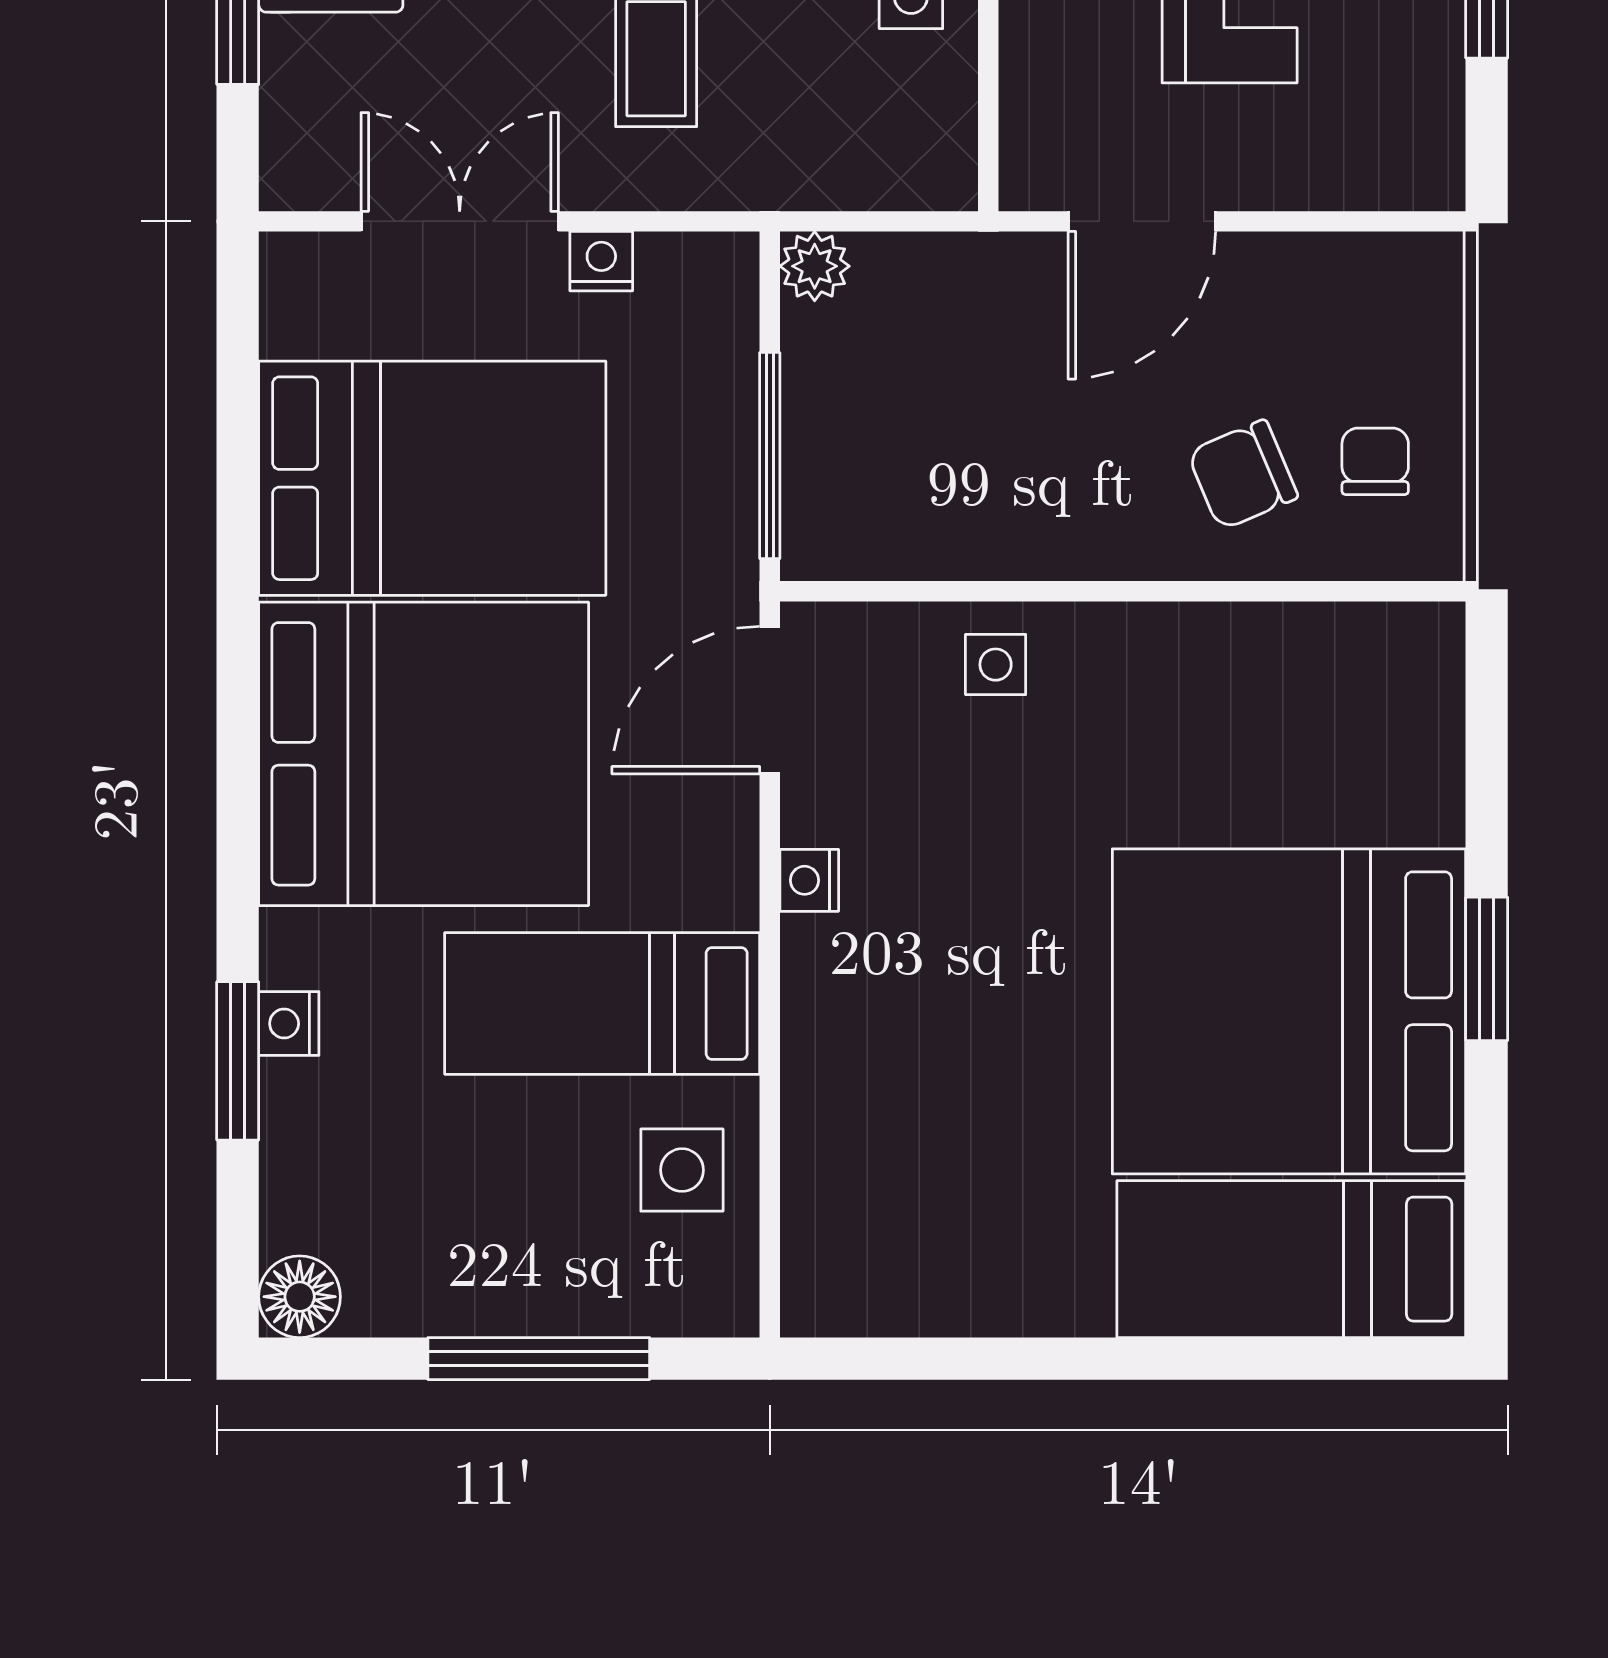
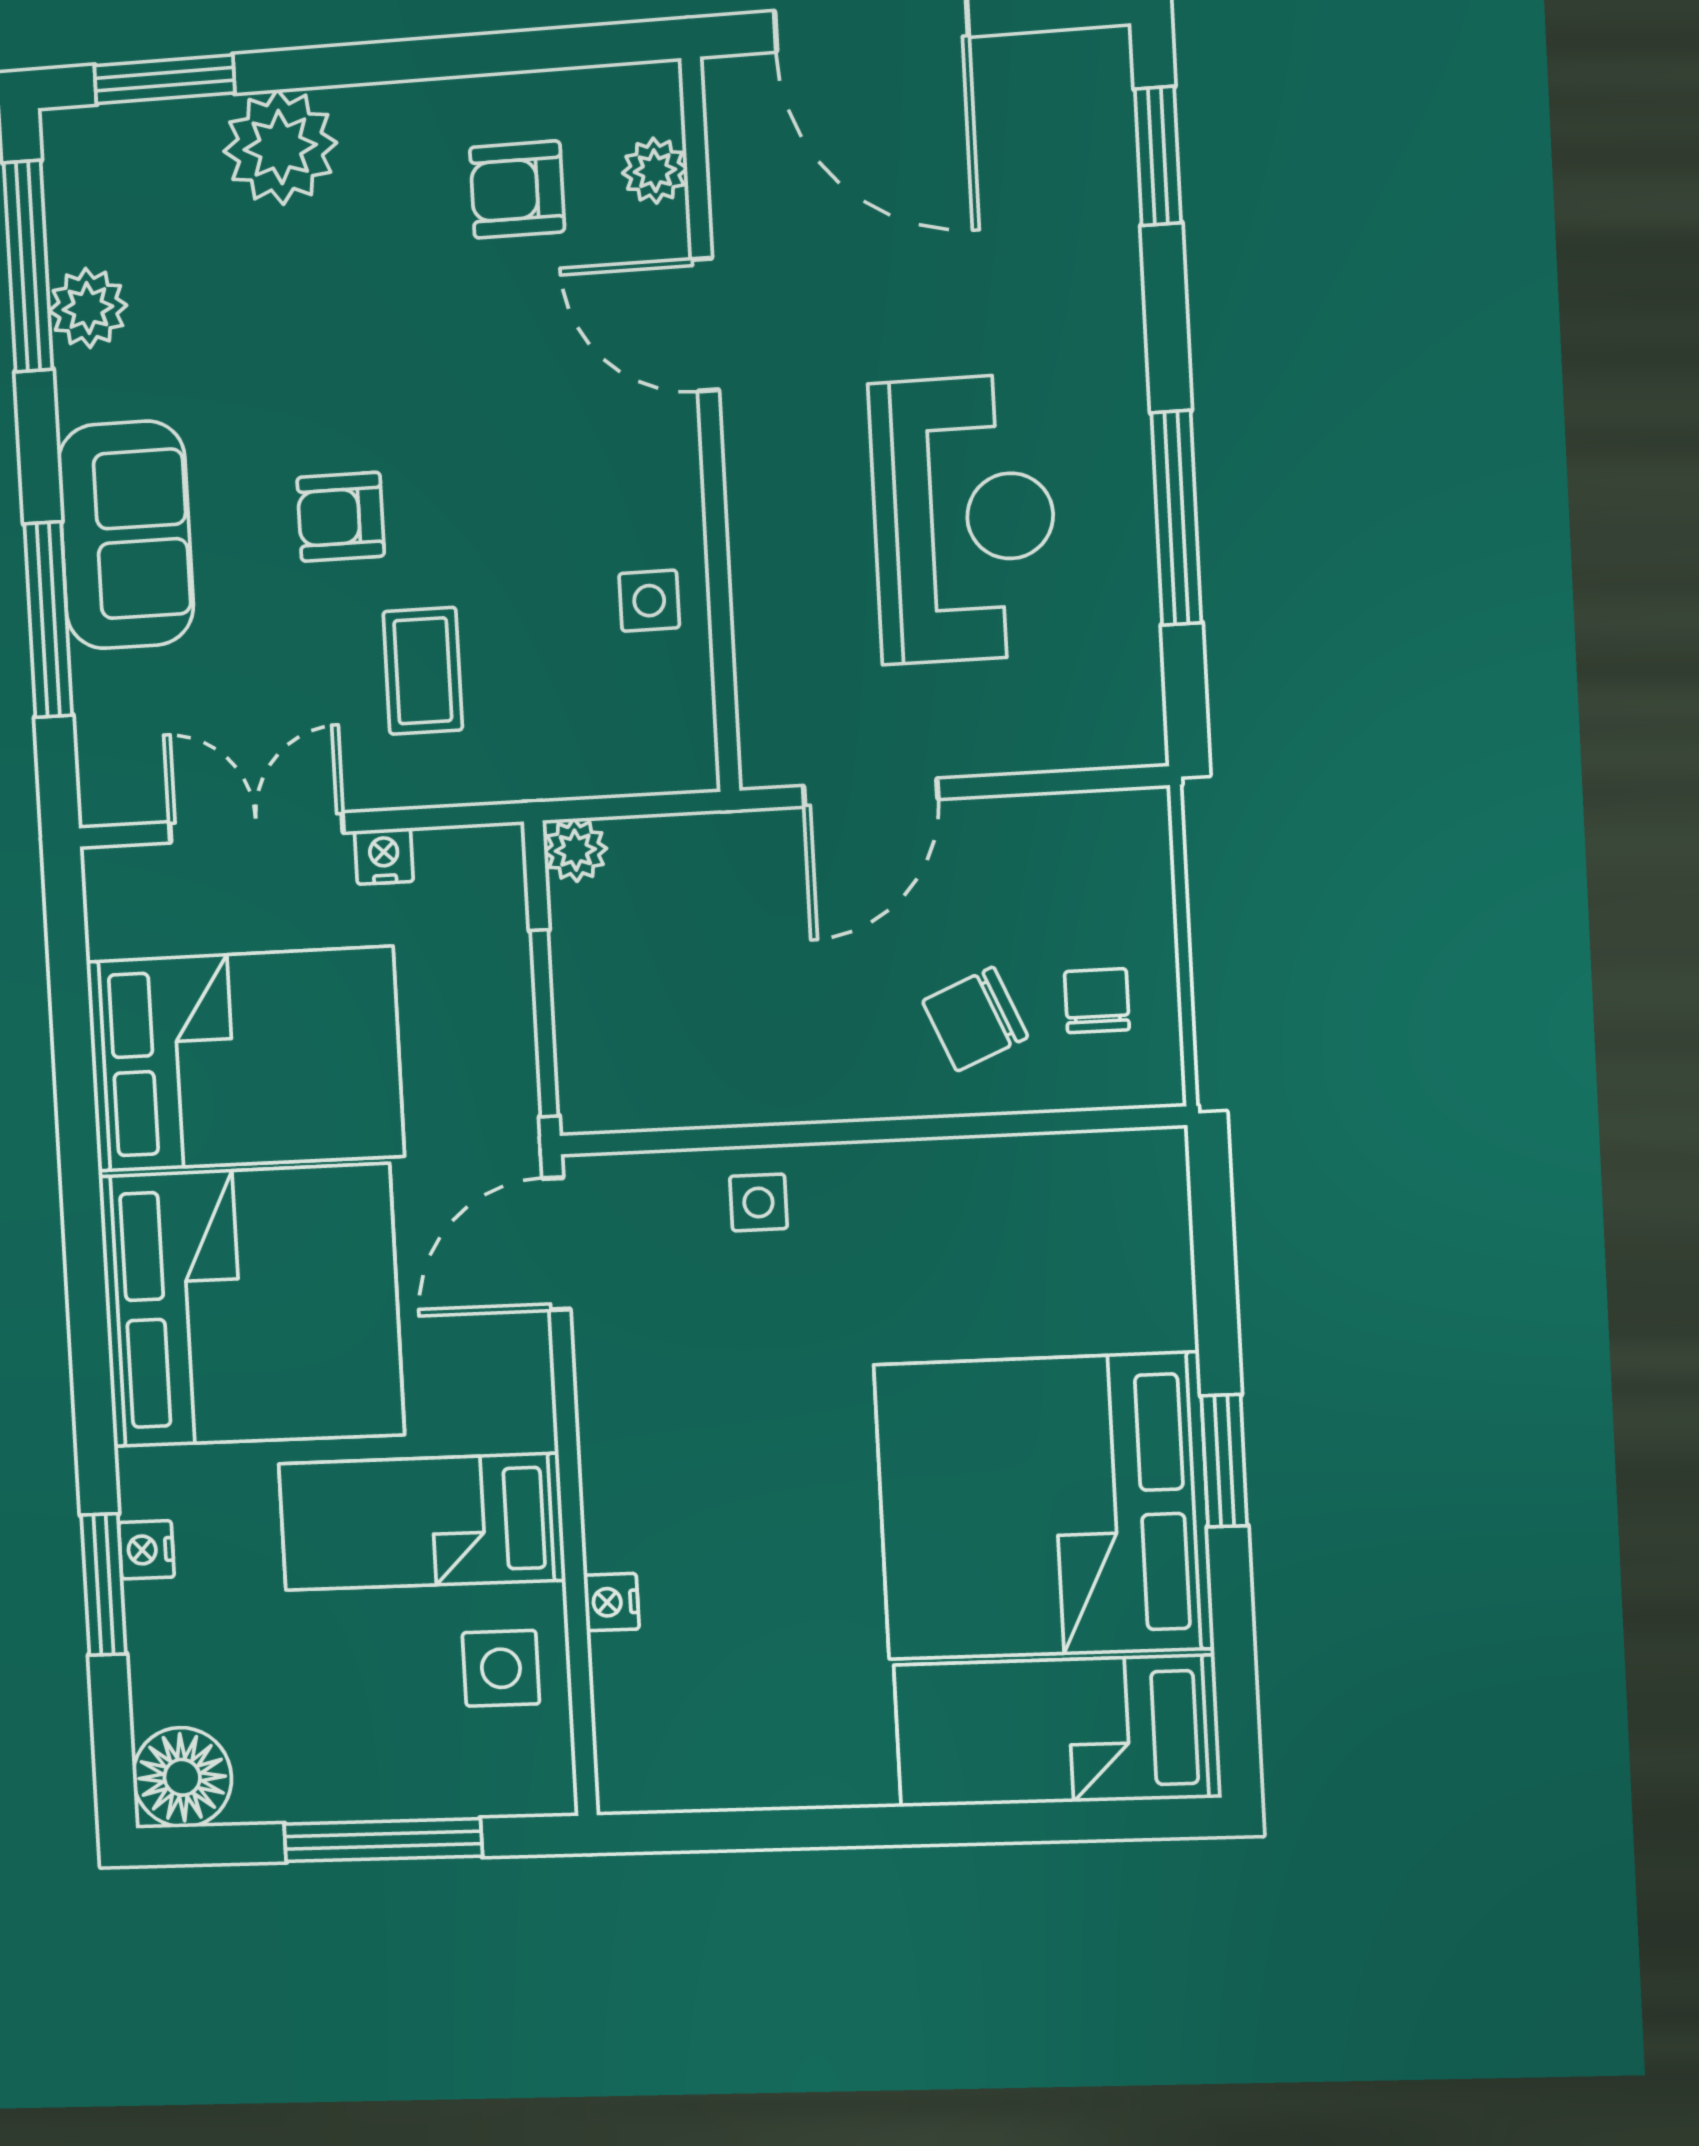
nightstand: (809, 880) -> (611, 1602), moved
floor lamp: (300, 1297) -> (182, 1777), width x1.38, depth x1.38

